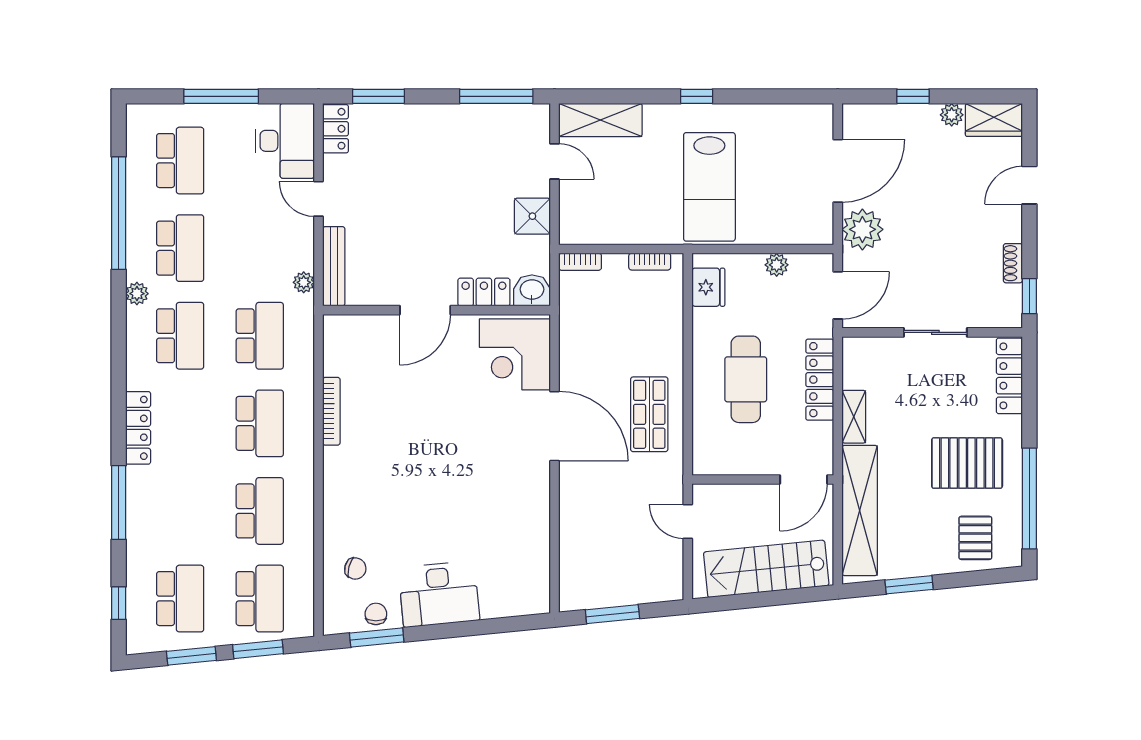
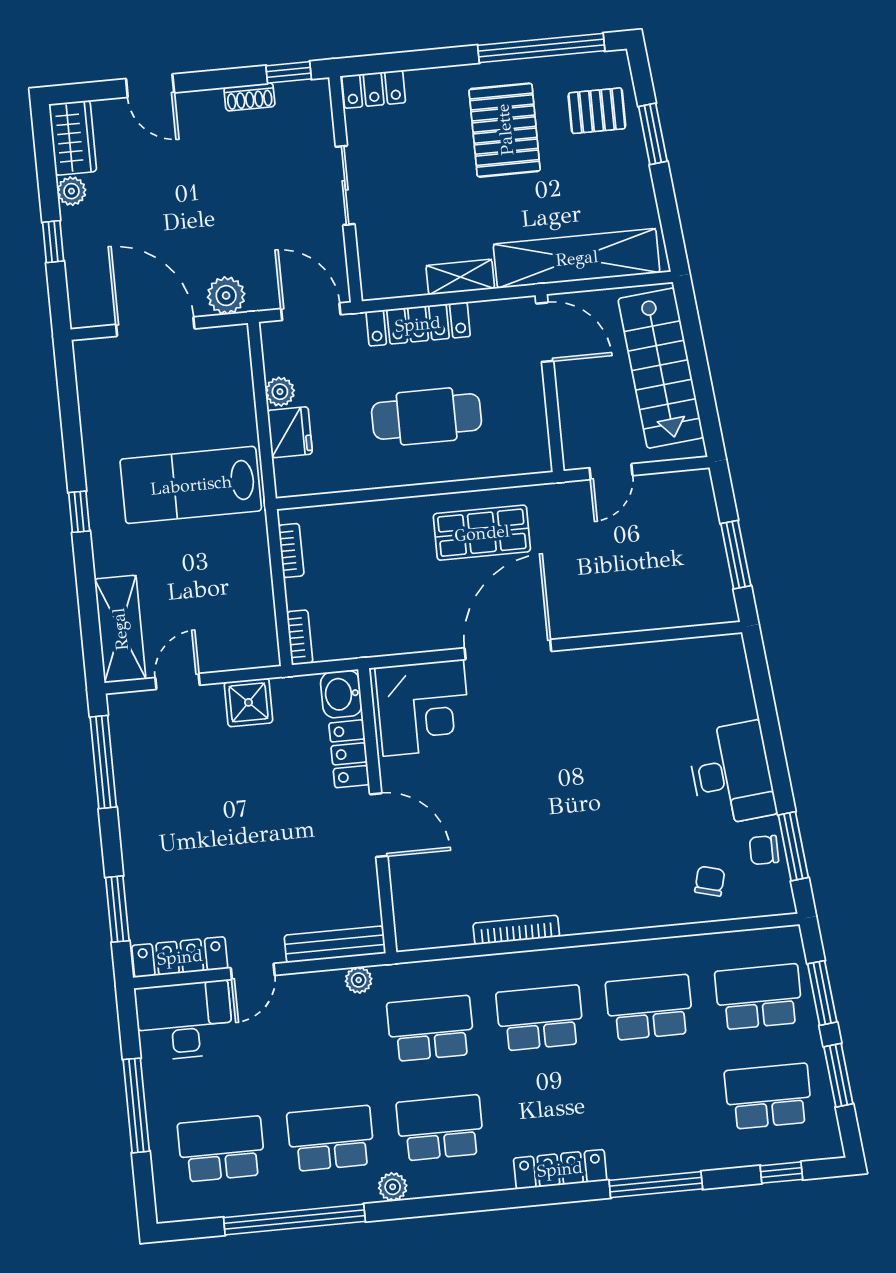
locker: (336, 129) -> (180, 957), width x1.53
lab bench: (709, 187) -> (191, 485), turned 180
plant: (862, 229) -> (226, 296), width x0.73, depth x0.73
fridge: (708, 287) -> (290, 432), moved, turned 90
locker: (1009, 376) -> (374, 89), width x0.66
window: (909, 585) -> (653, 134), moved

